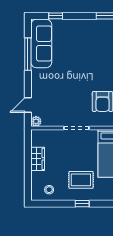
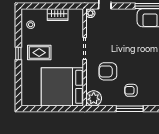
rug: (81, 180) -> (39, 53), turned 90

